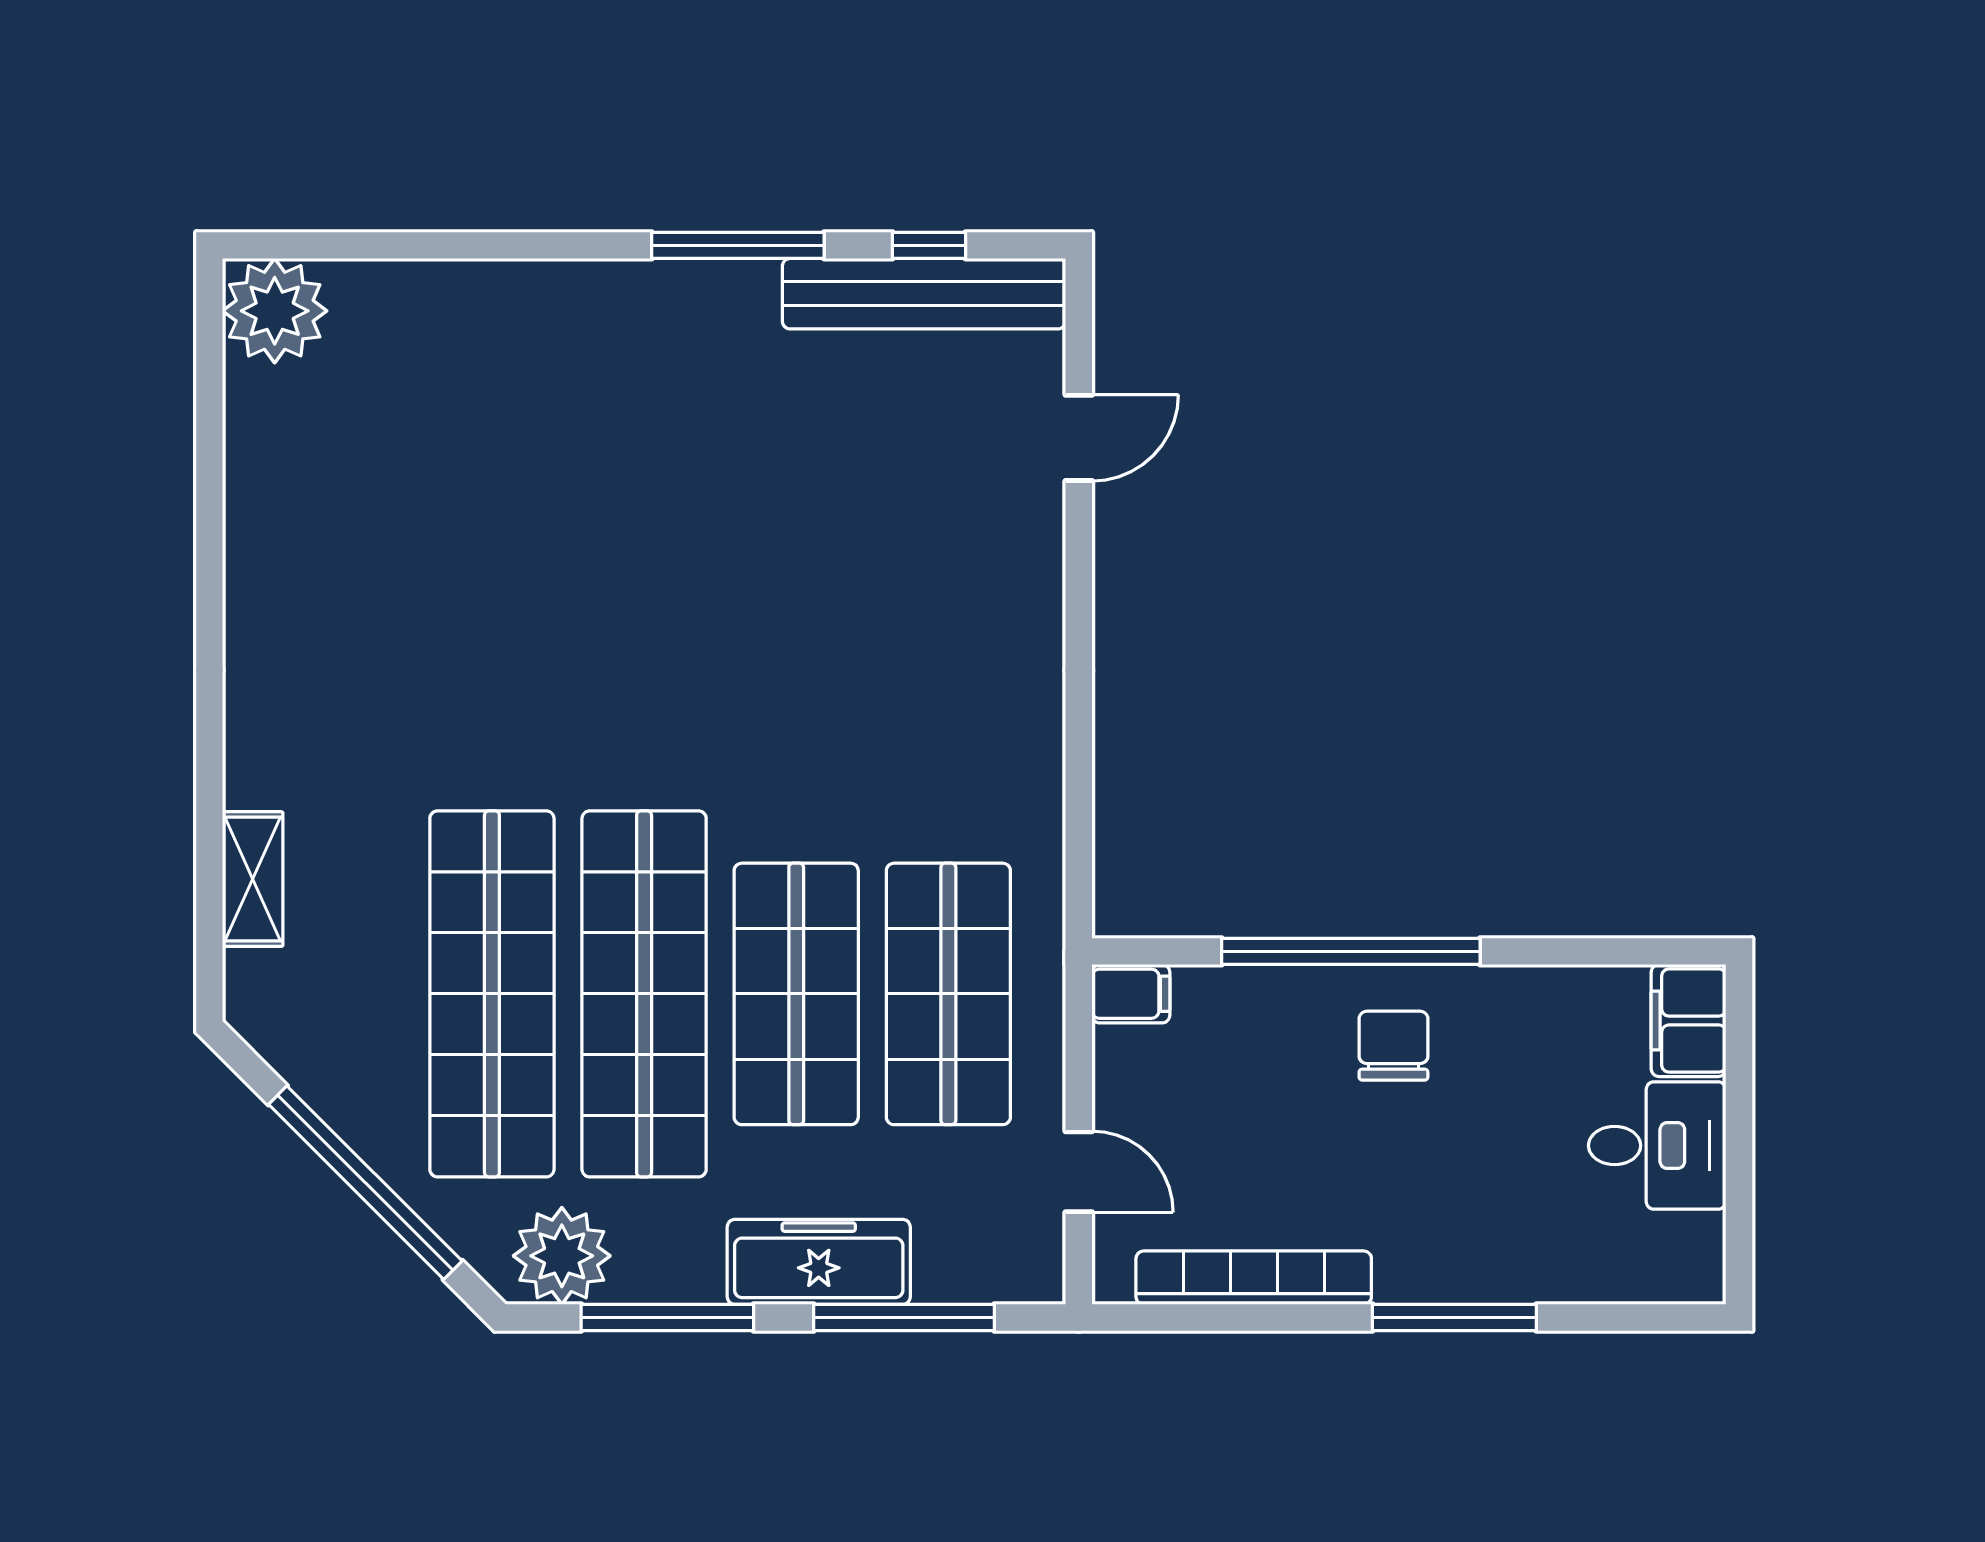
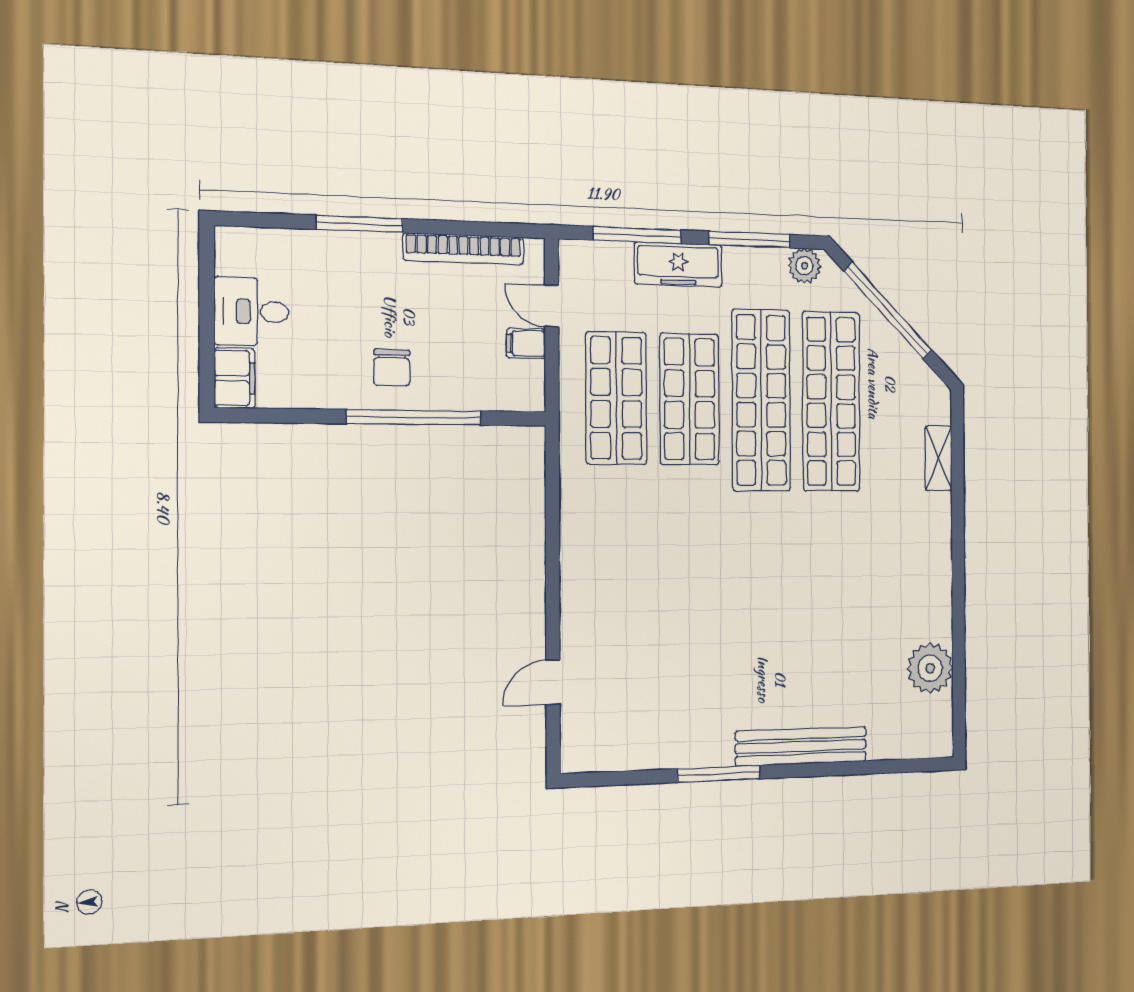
window: (929, 245) -> (627, 778), removed
bench: (924, 294) -> (801, 746), moved
plant: (275, 311) -> (930, 668), moved
filing cabinet: (1131, 994) -> (526, 343), moved
plant: (562, 1256) -> (805, 266), width x0.73, depth x0.73

